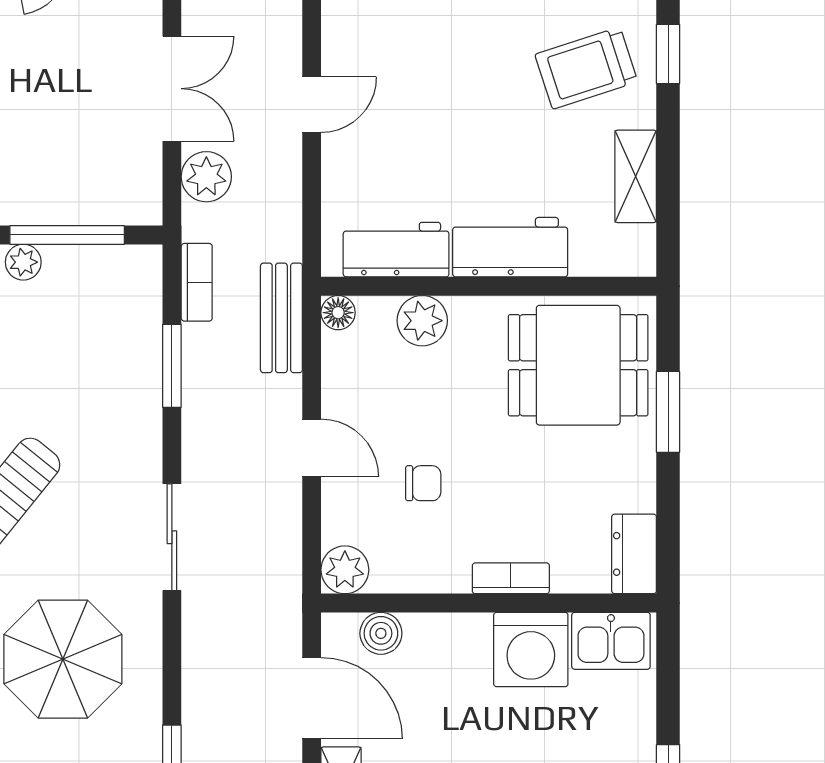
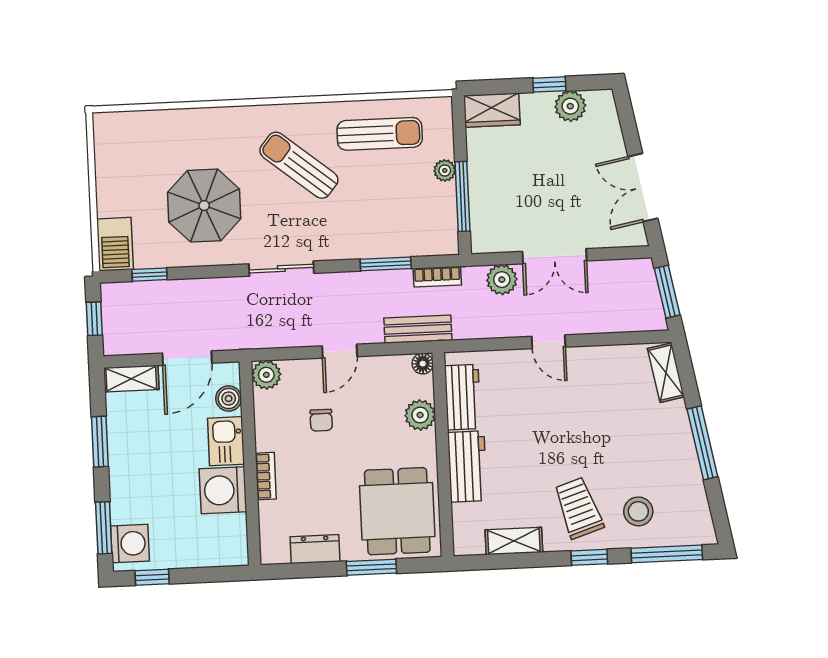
dresser: (634, 554) -> (315, 549), moved
kitchen sink: (611, 641) -> (226, 441), moved

